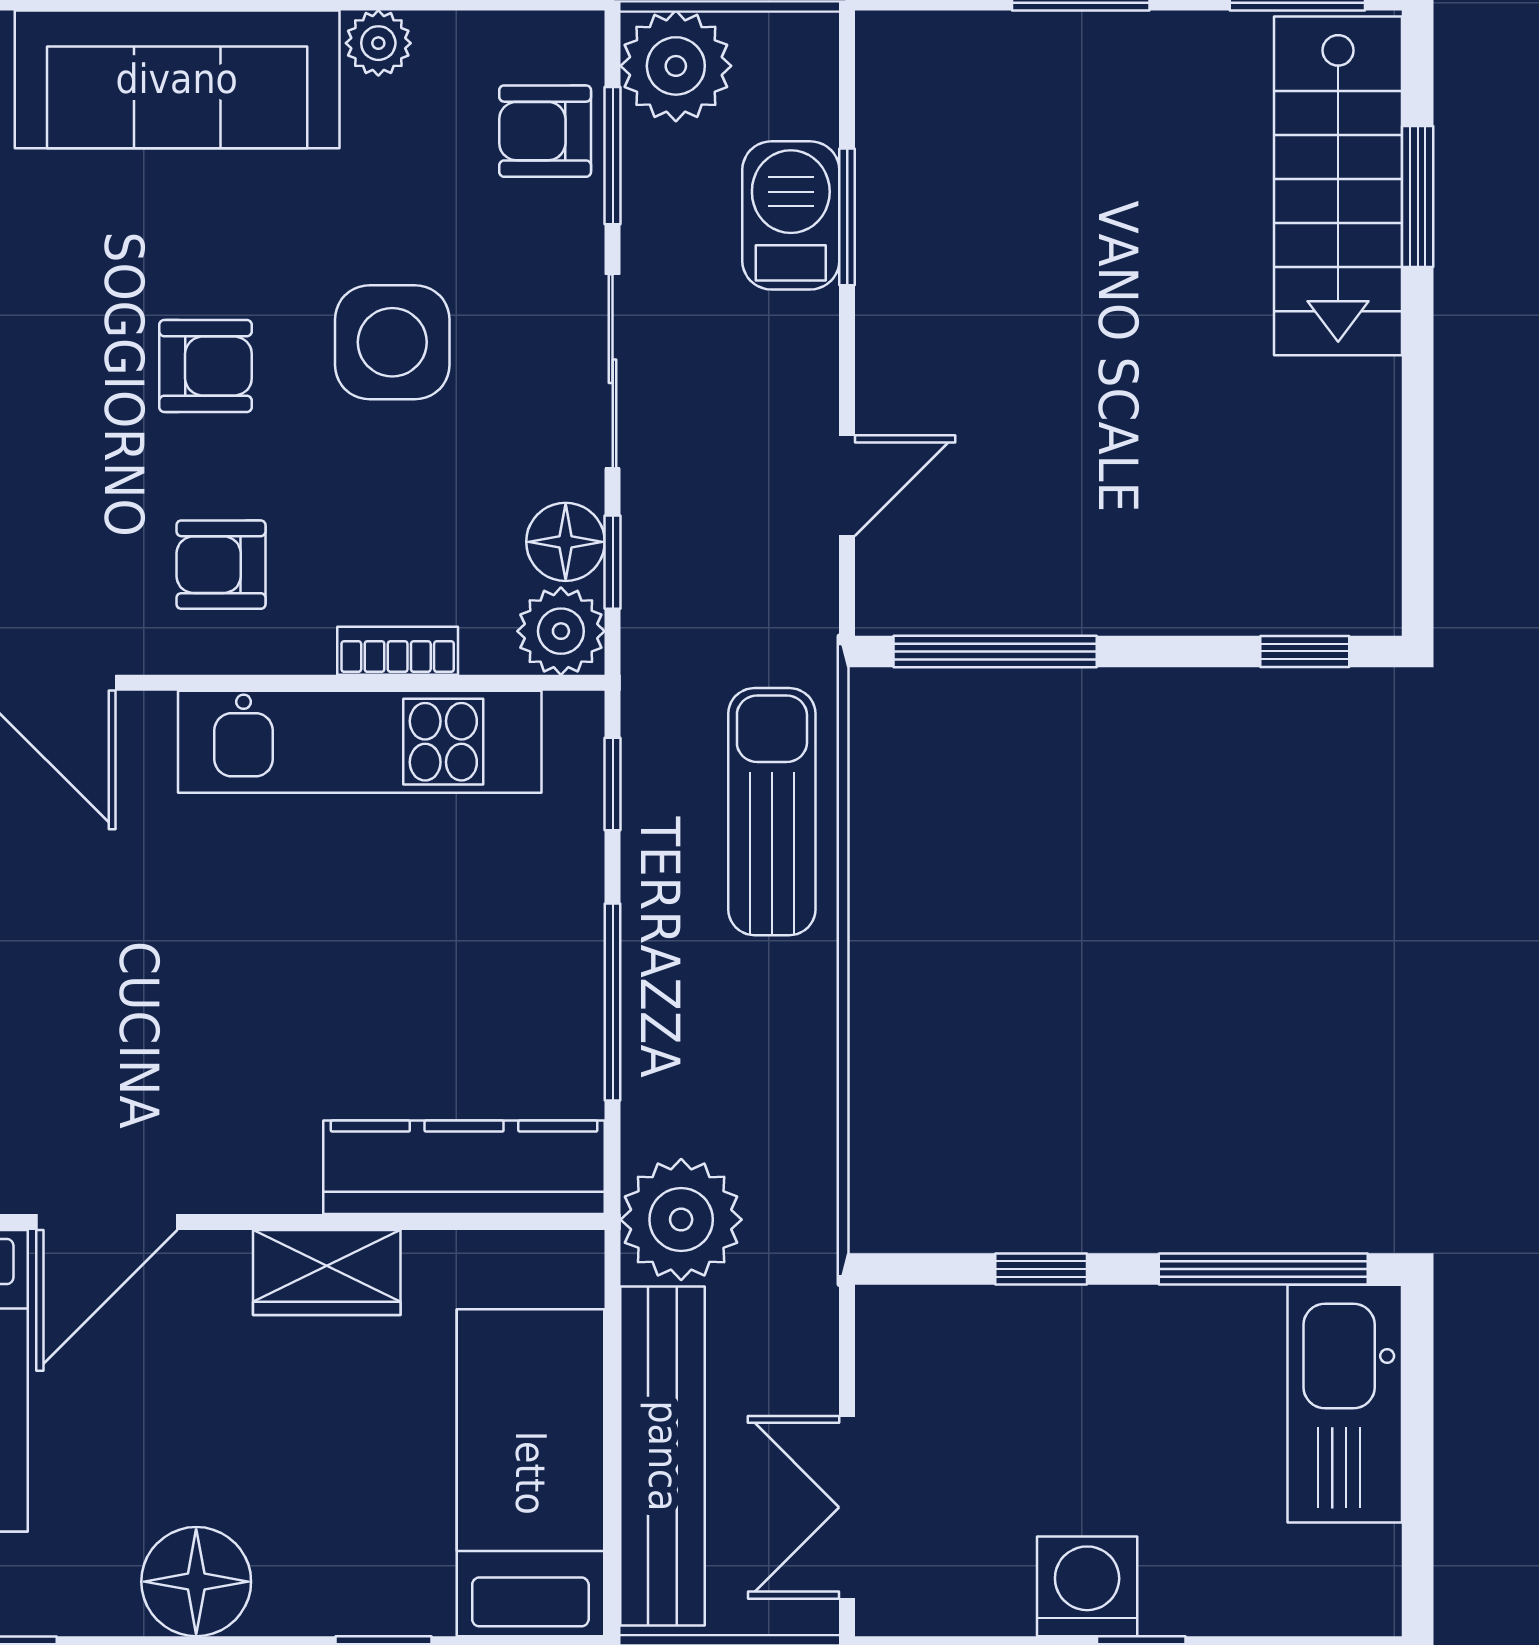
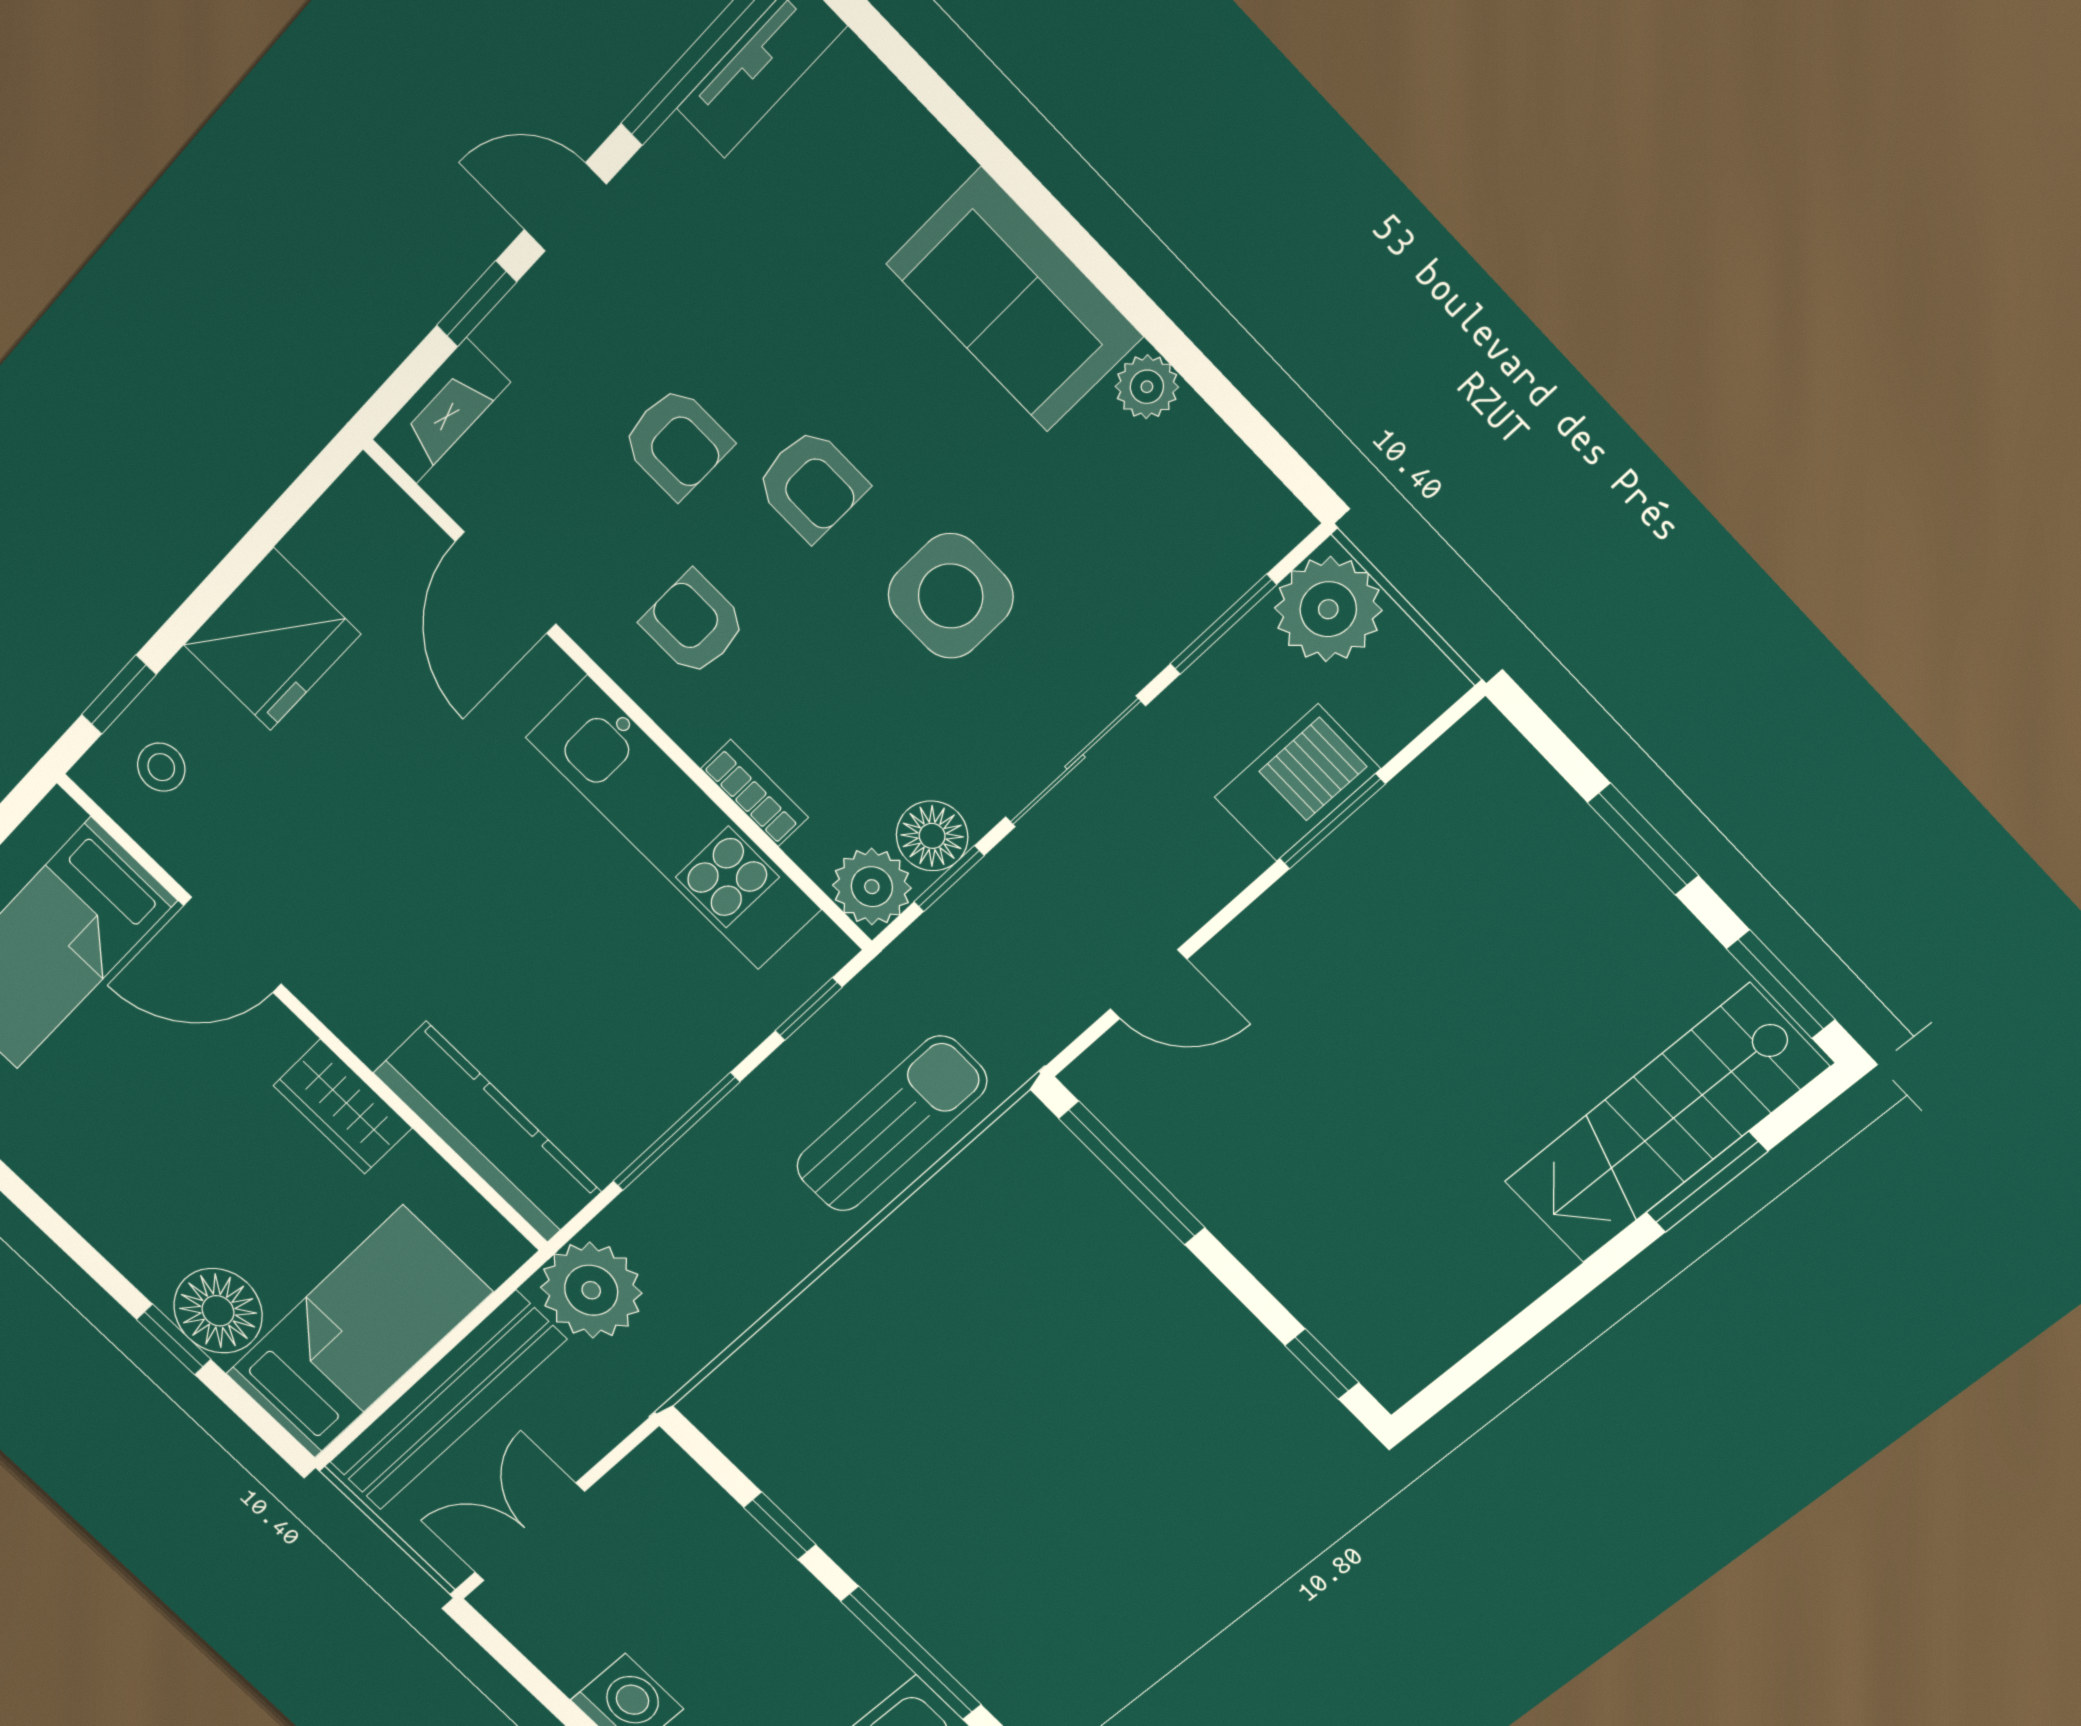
sofa: (177, 79) -> (1015, 300), width x0.73
armchair: (545, 131) -> (677, 443), moved, turned 180
floor lamp: (196, 1582) -> (218, 1311), moved

